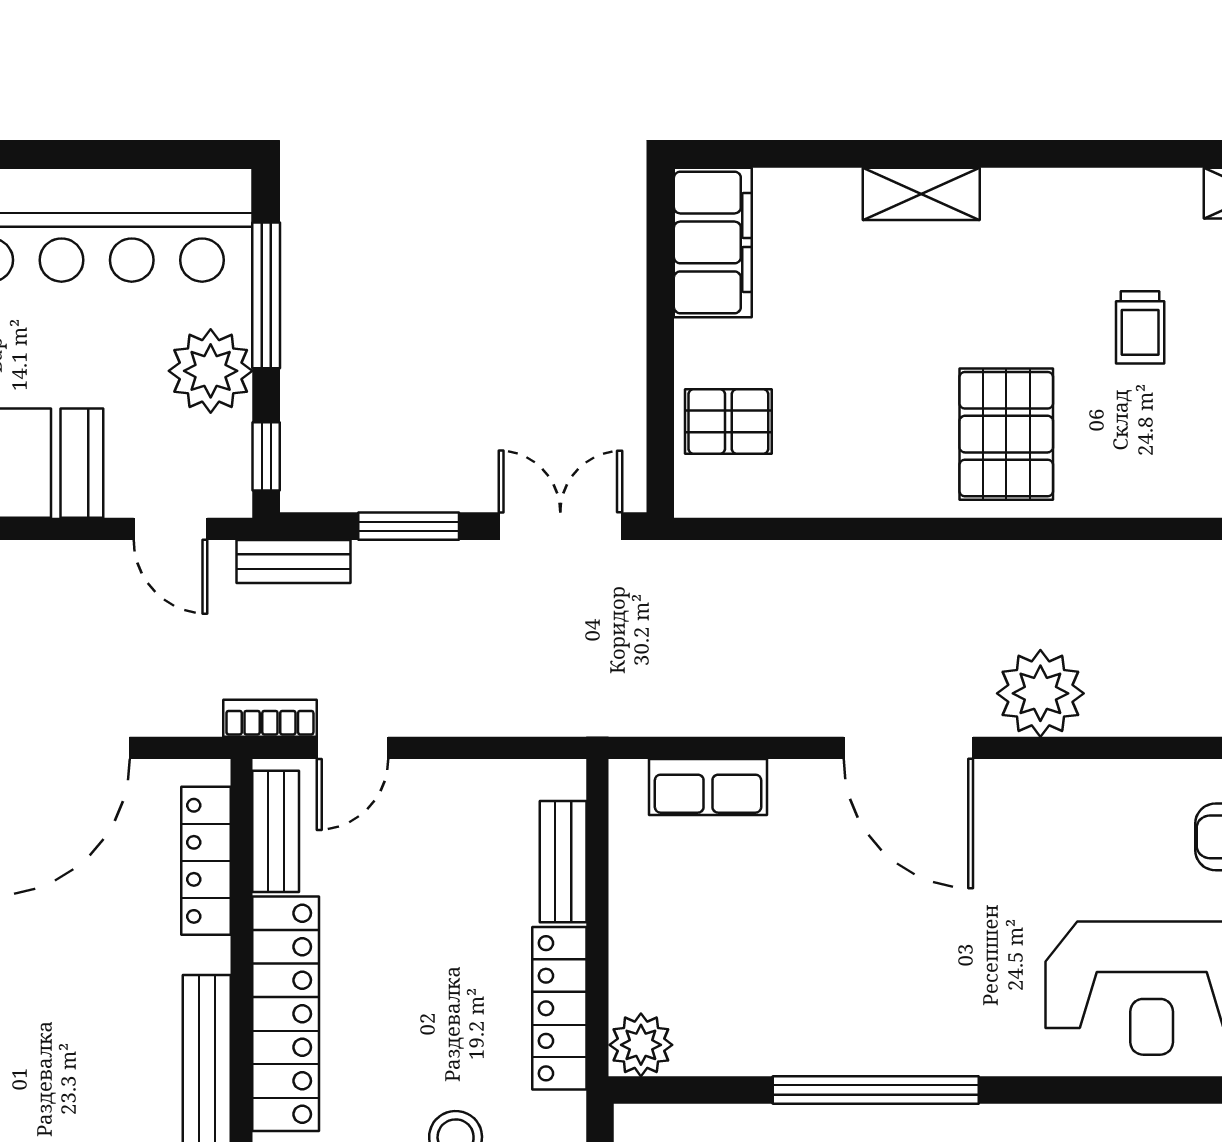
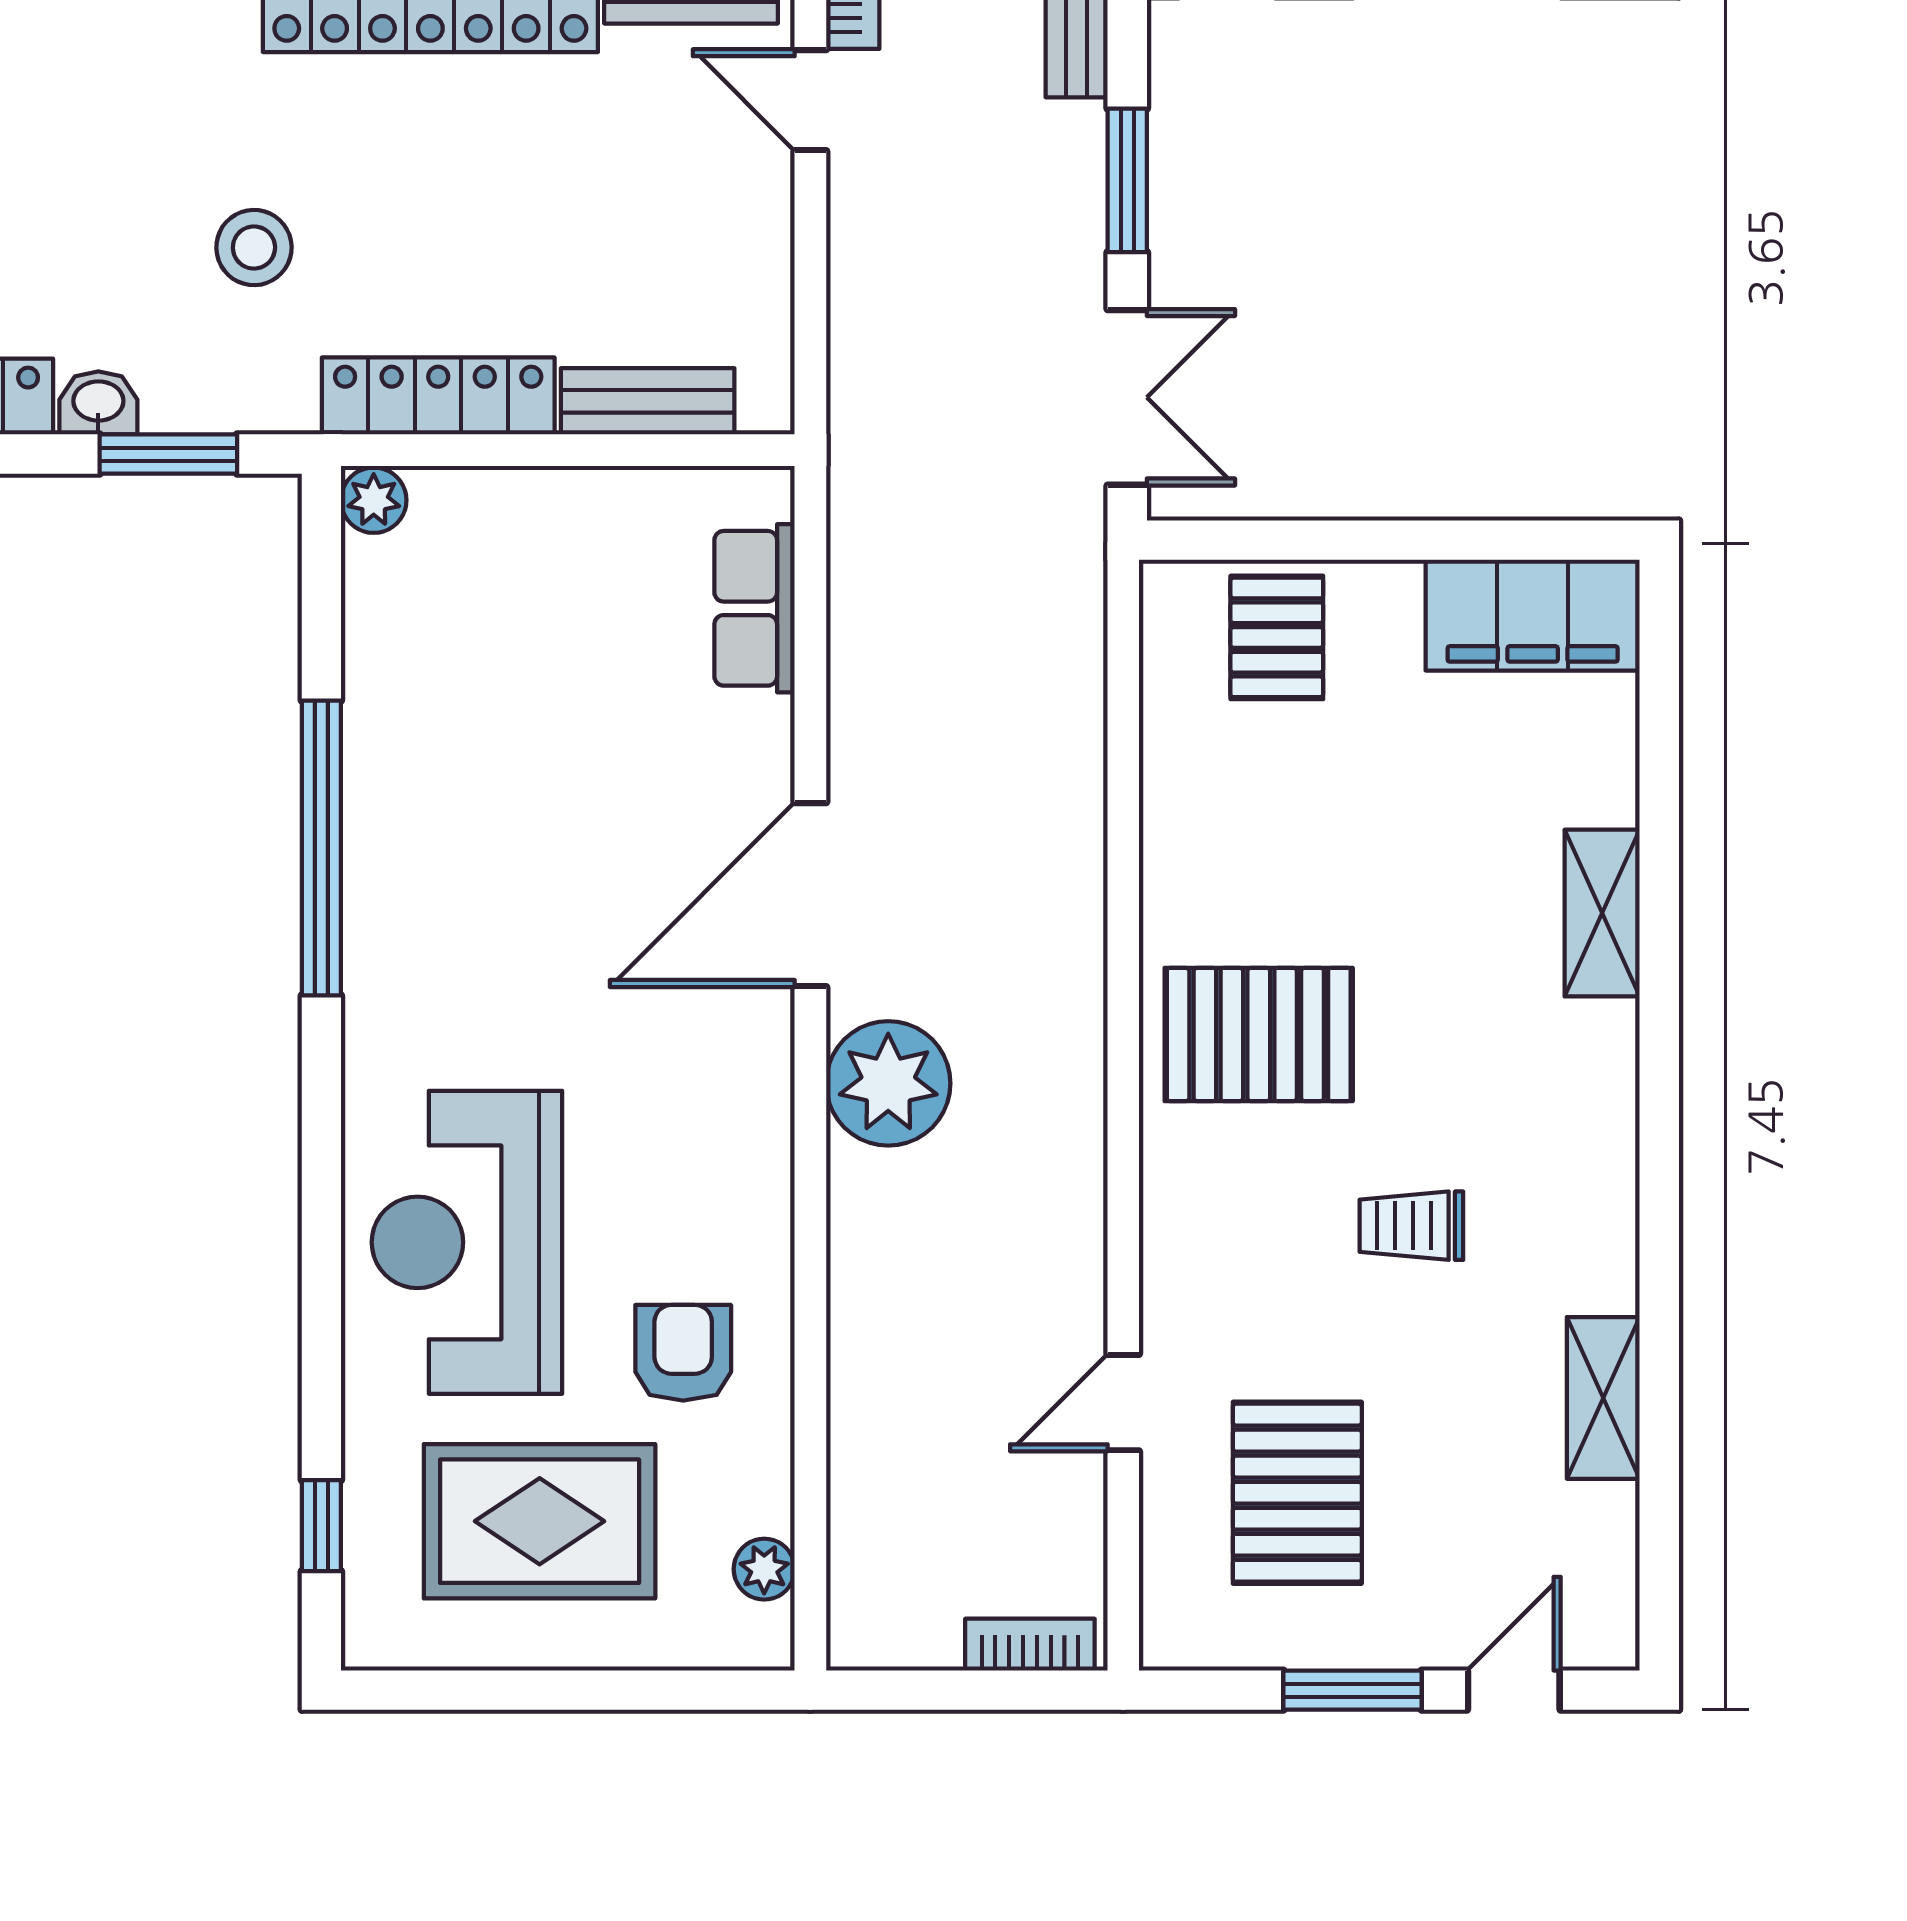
plant: (641, 1045) -> (374, 500), width x0.73, depth x0.73

